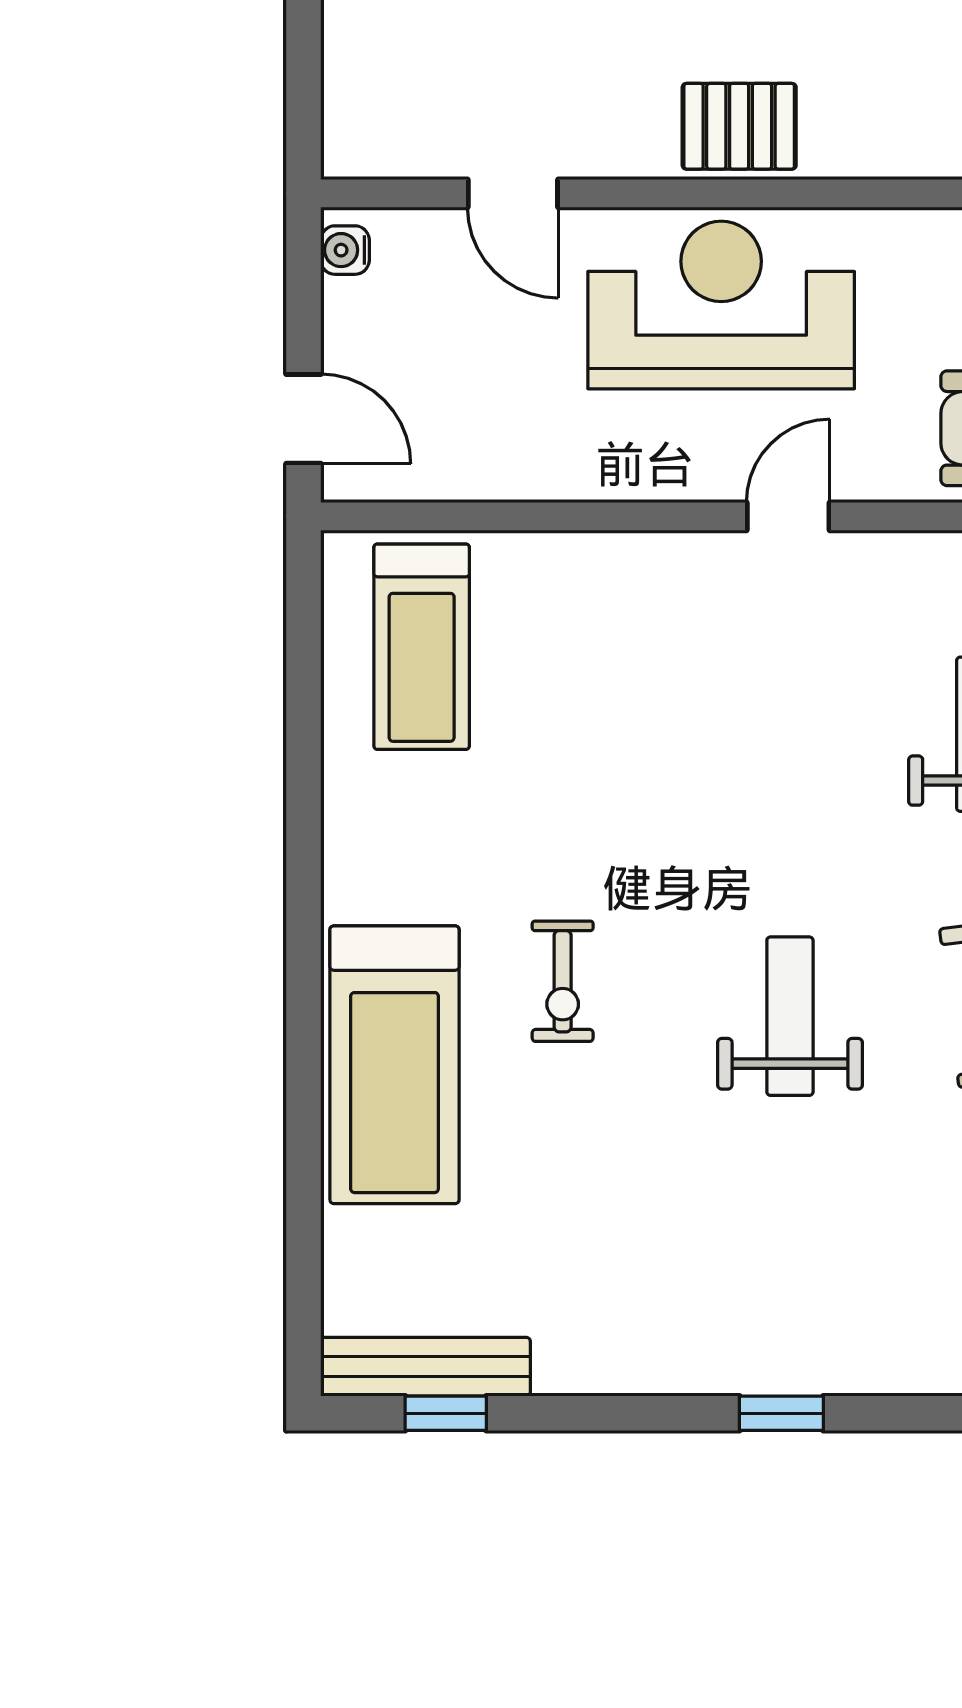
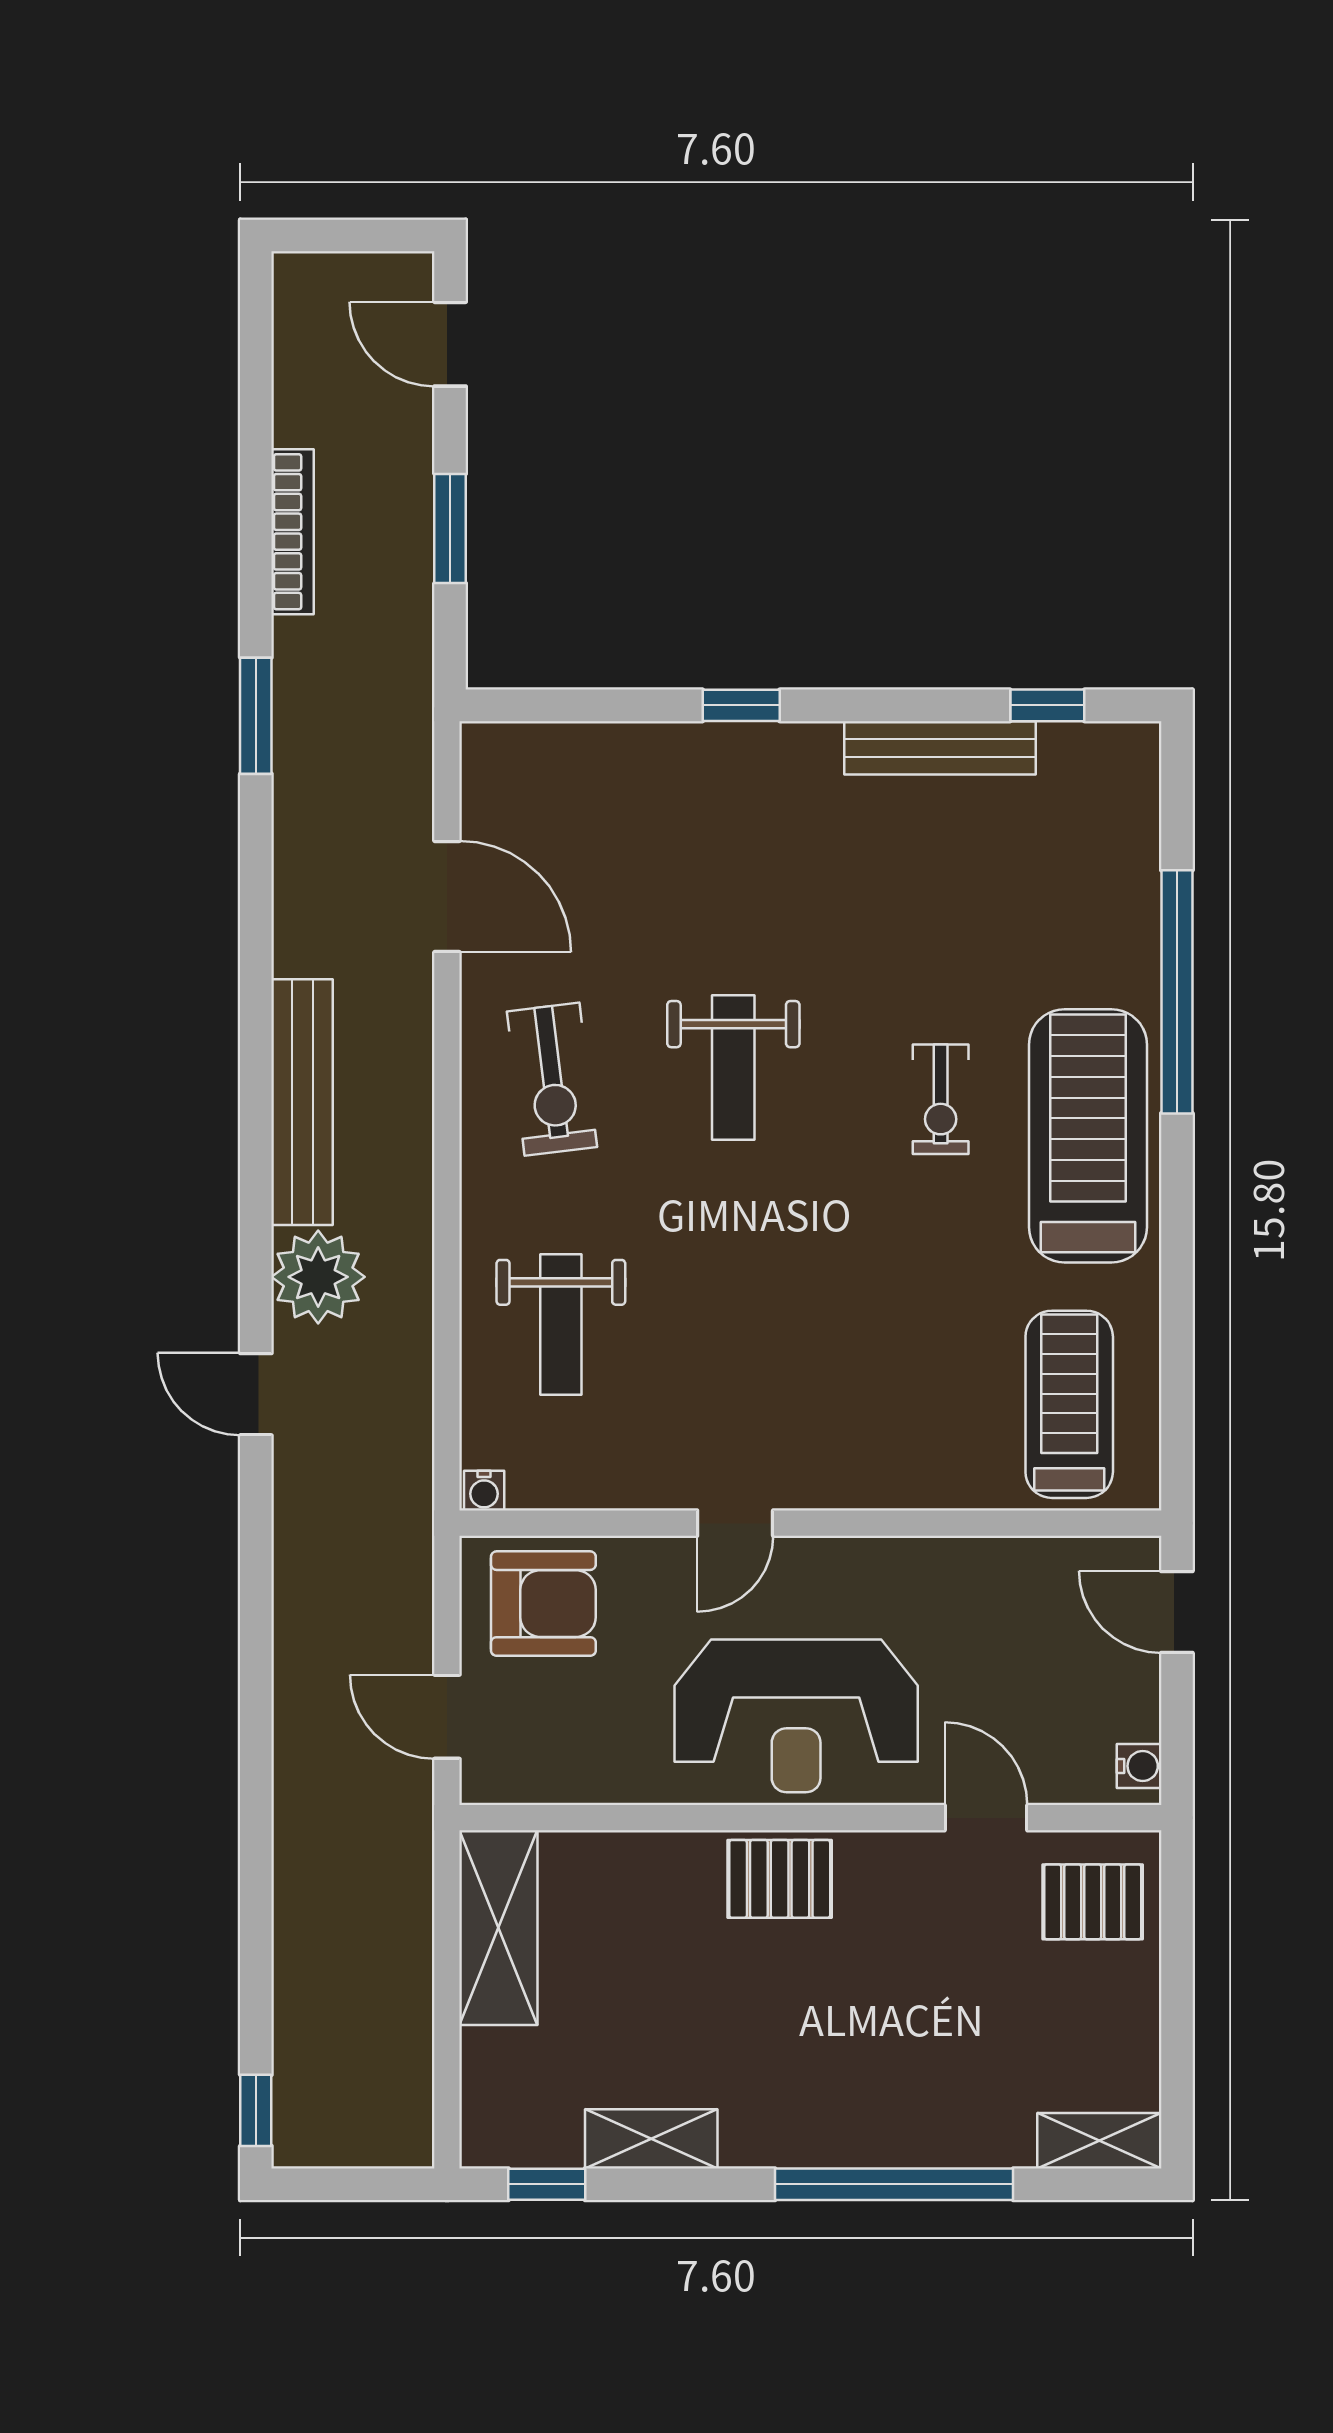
pallet: (396, 101) -> (1093, 1902), added
exercise bike: (563, 981) -> (941, 1099), turned 180
treadmill: (395, 1065) -> (1088, 1136), moved
window: (303, 1099) -> (1177, 992), added
bench: (425, 1367) -> (940, 748), moved

